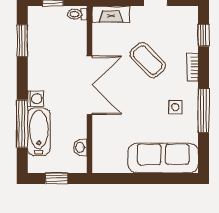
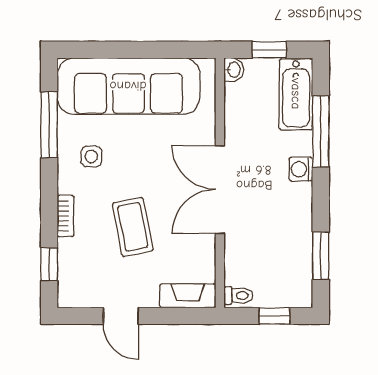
coffee table: (148, 60) -> (133, 227), turned 33
window: (204, 110) -> (49, 125), moved
bathtub: (39, 132) -> (296, 94), moved
washbasin: (80, 147) -> (234, 70), moved
sofa: (163, 158) -> (128, 86), width x1.36, depth x1.27

